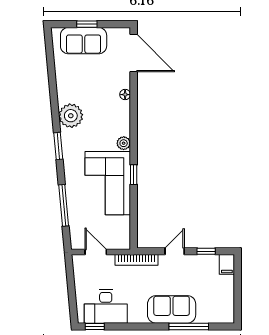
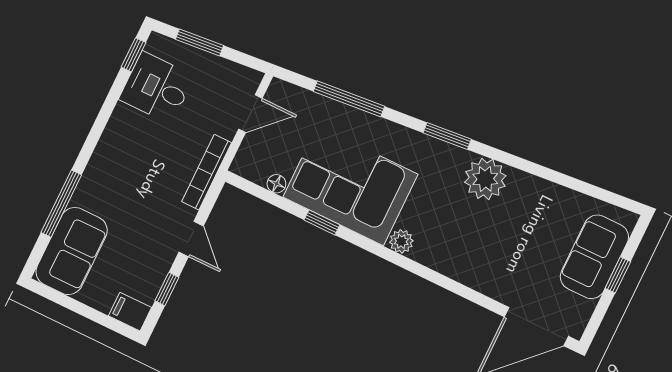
floor lamp: (125, 95) -> (276, 184), moved
window: (134, 175) -> (322, 222), moved
window: (72, 296) -> (200, 42), added
desk: (106, 306) -> (157, 88), width x0.73
sofa: (172, 309) -> (72, 251), moved

